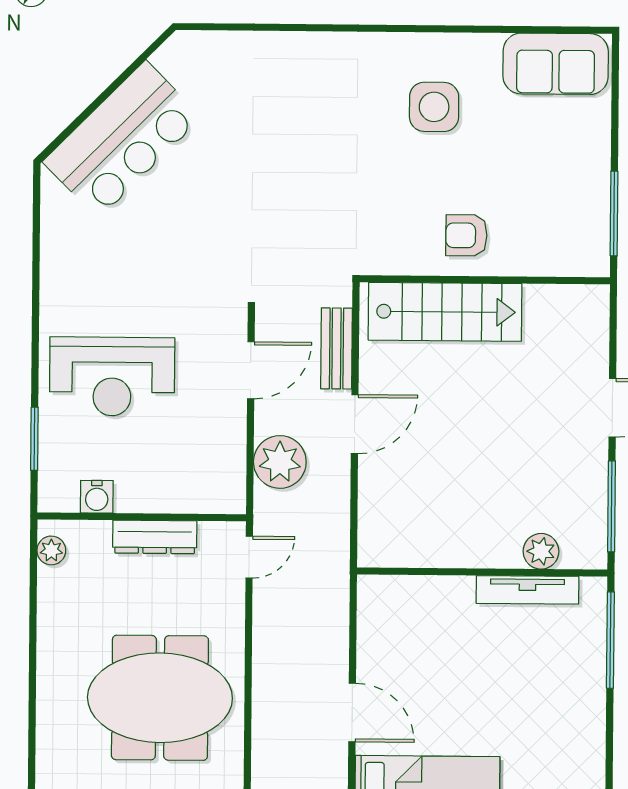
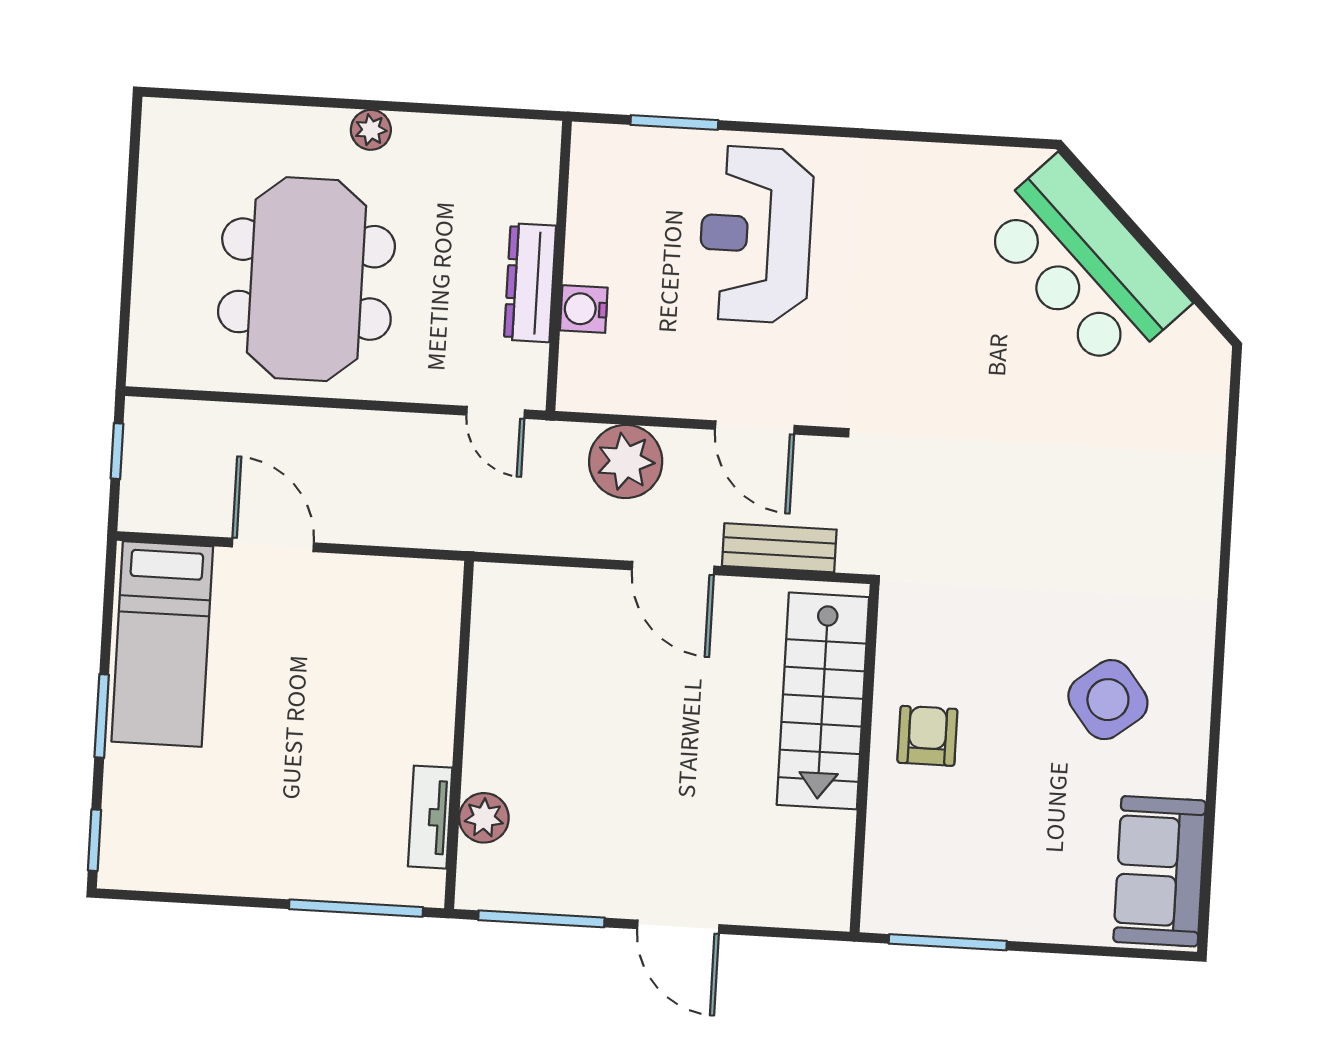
side table: (434, 107) -> (1108, 700), turned -38
water cooler: (97, 497) -> (584, 309), moved
plant: (51, 550) -> (371, 130), moved
tv unit: (527, 590) -> (430, 817), width x0.71
door: (352, 713) -> (273, 545), swing flipped

